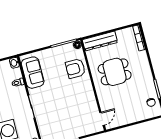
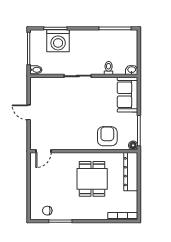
sofa: (33, 73) -> (127, 95), moved, turned 90
door: (102, 119) -> (43, 151), hinge flipped

